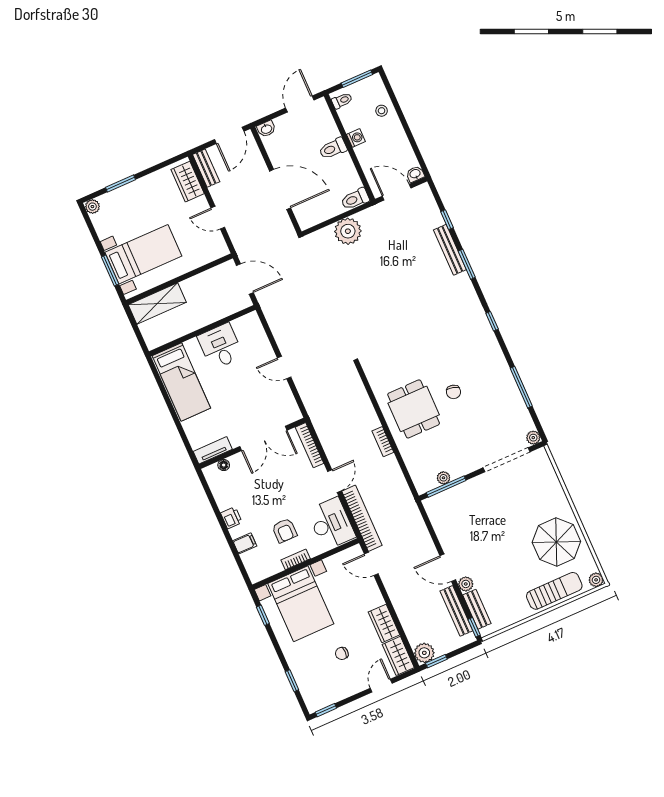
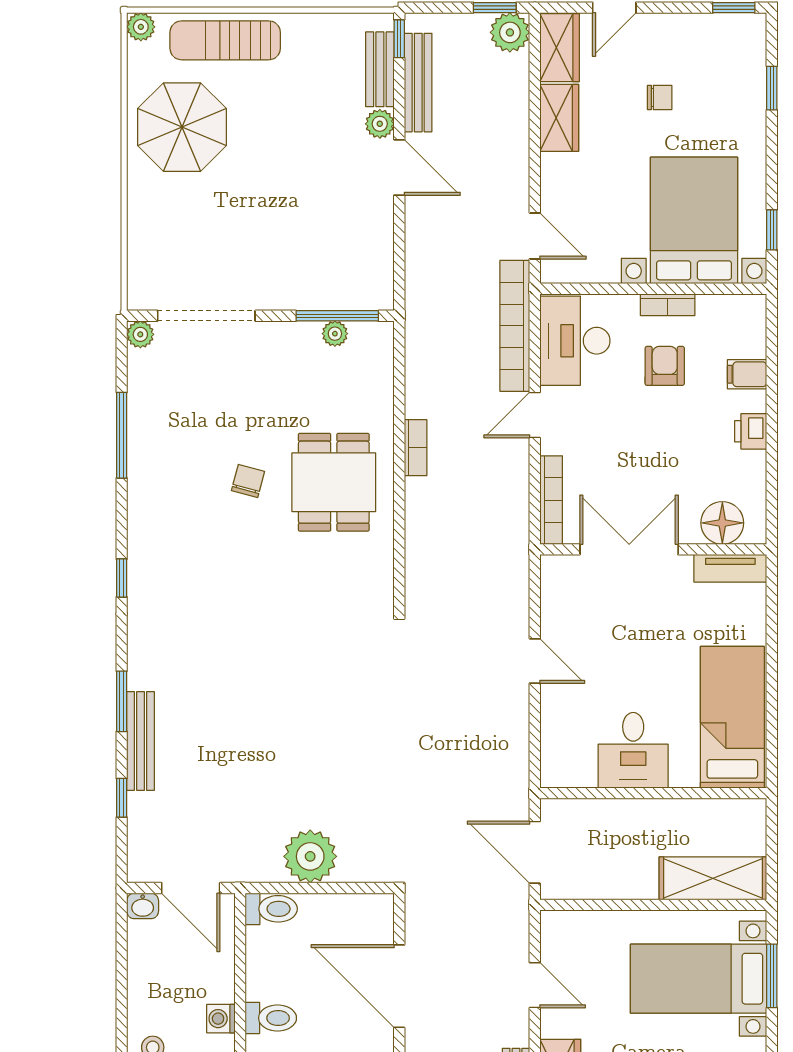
floor lamp: (224, 465) -> (722, 523), width x1.89, depth x1.89

